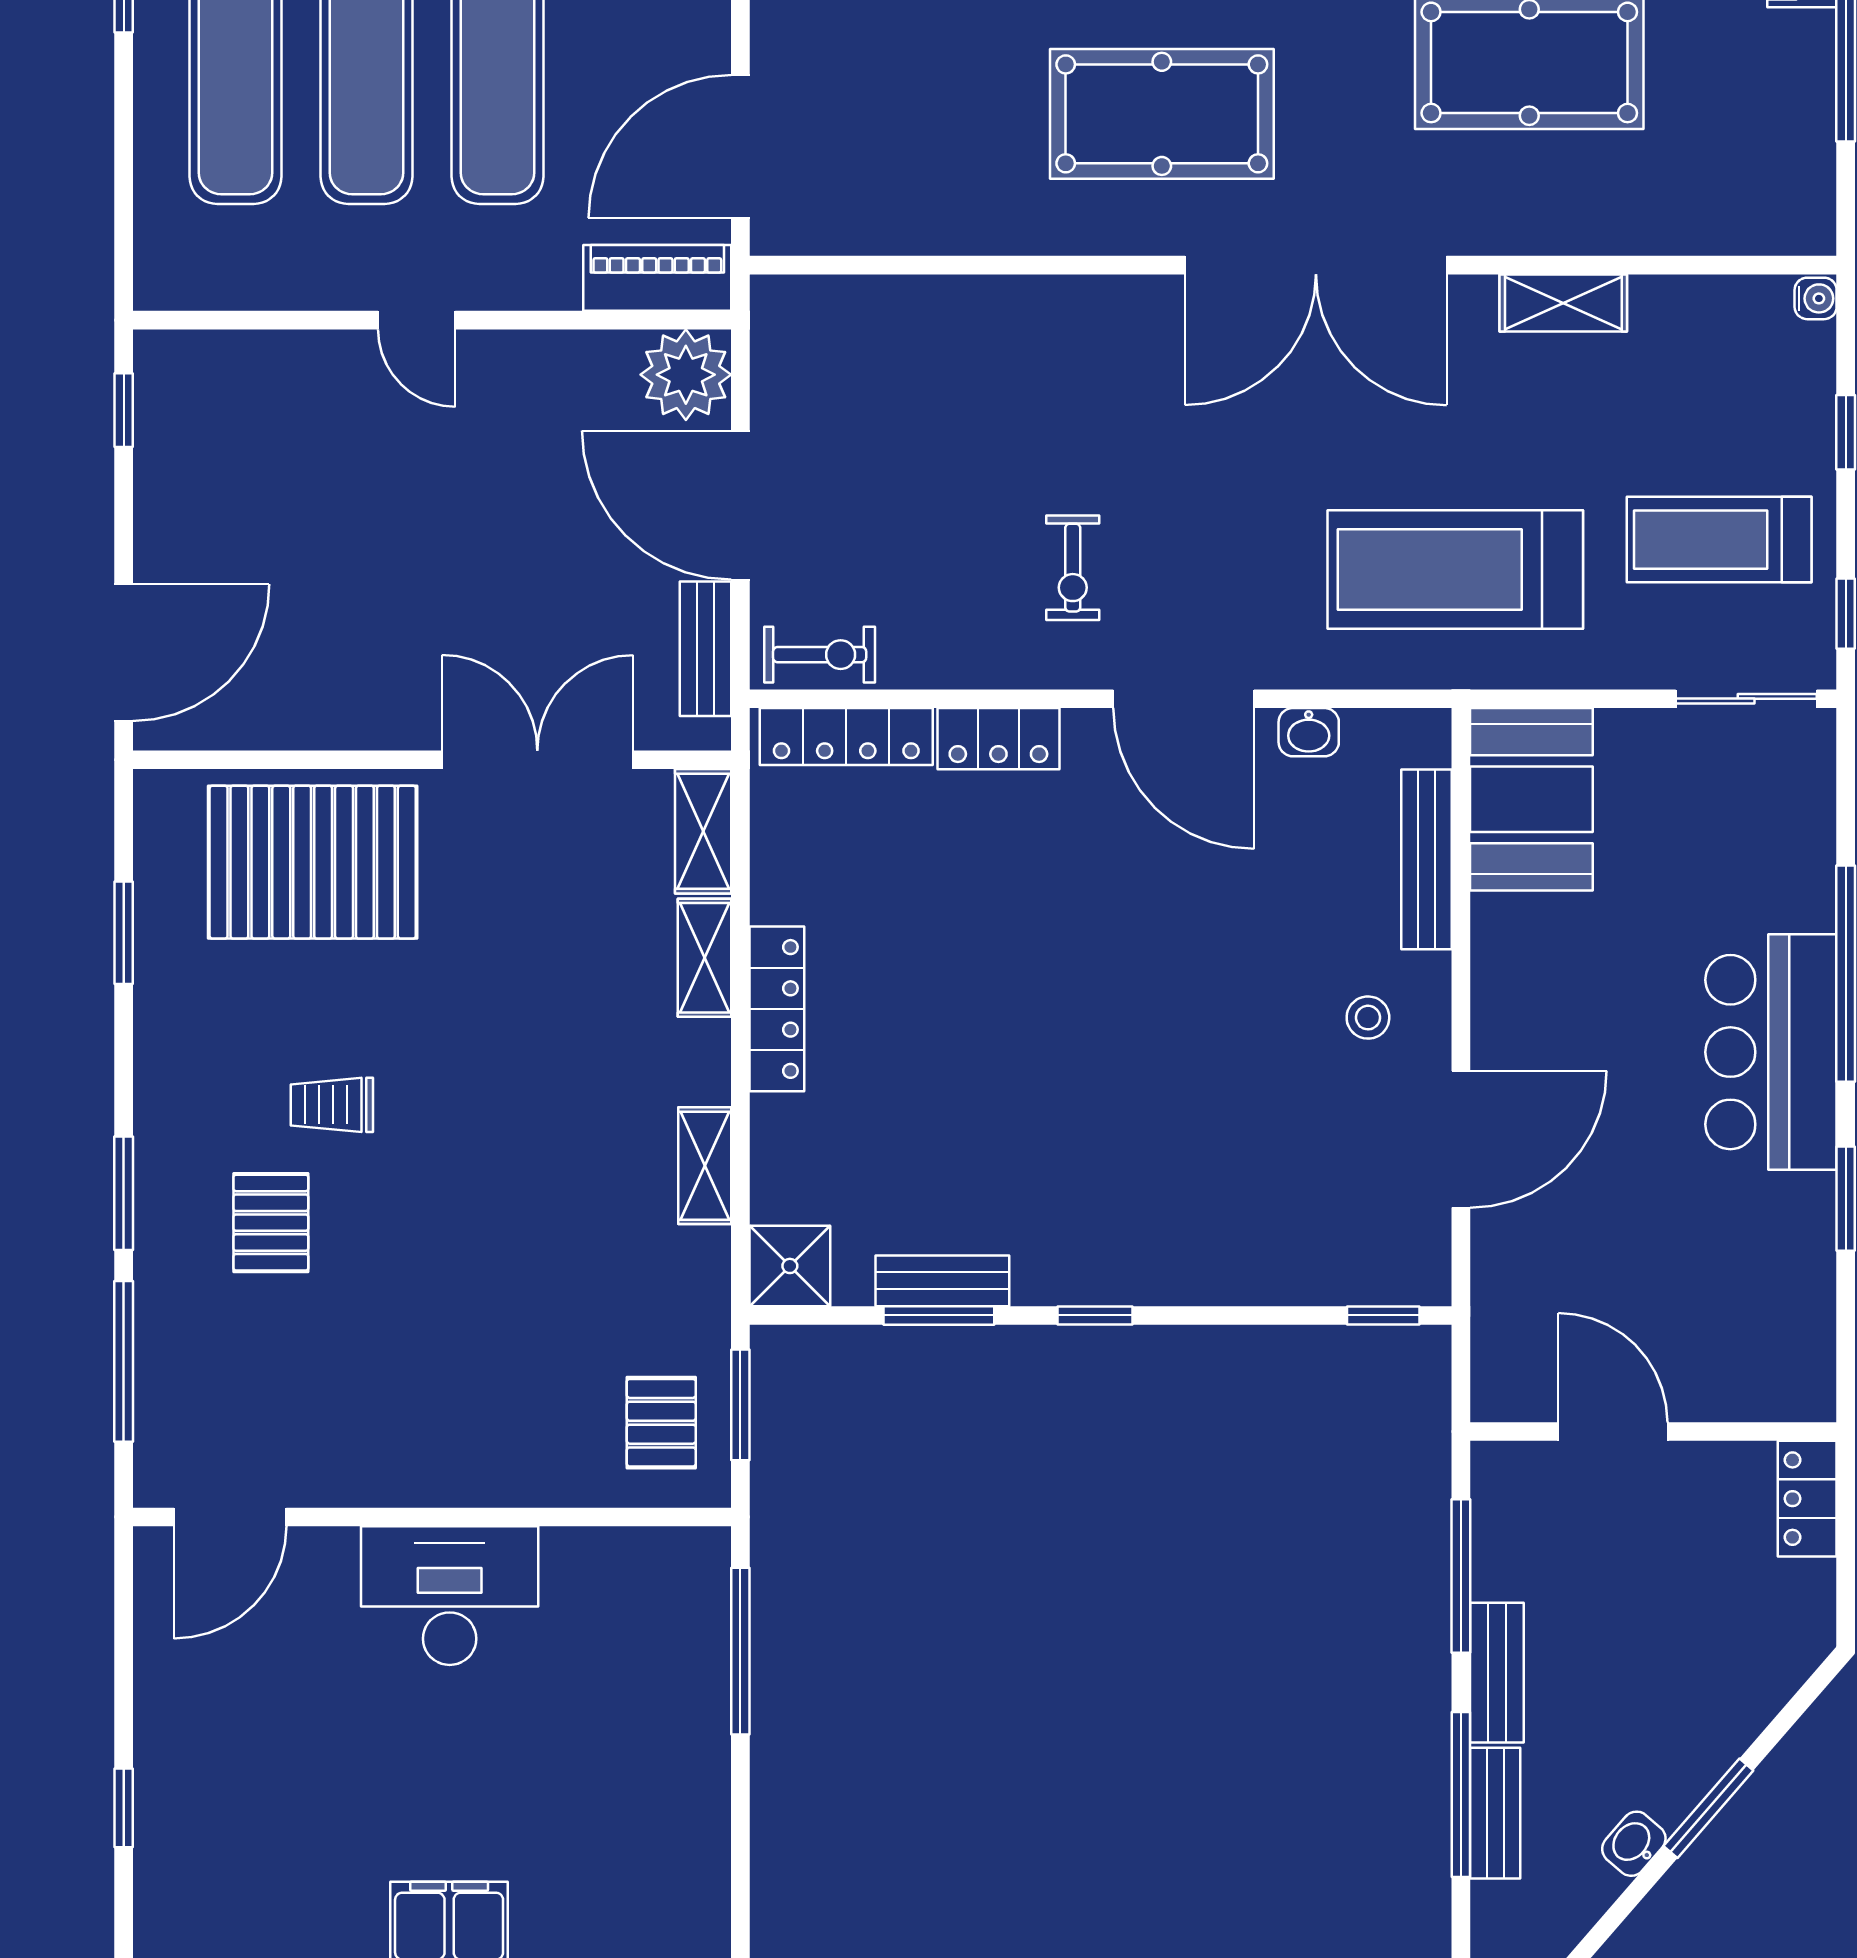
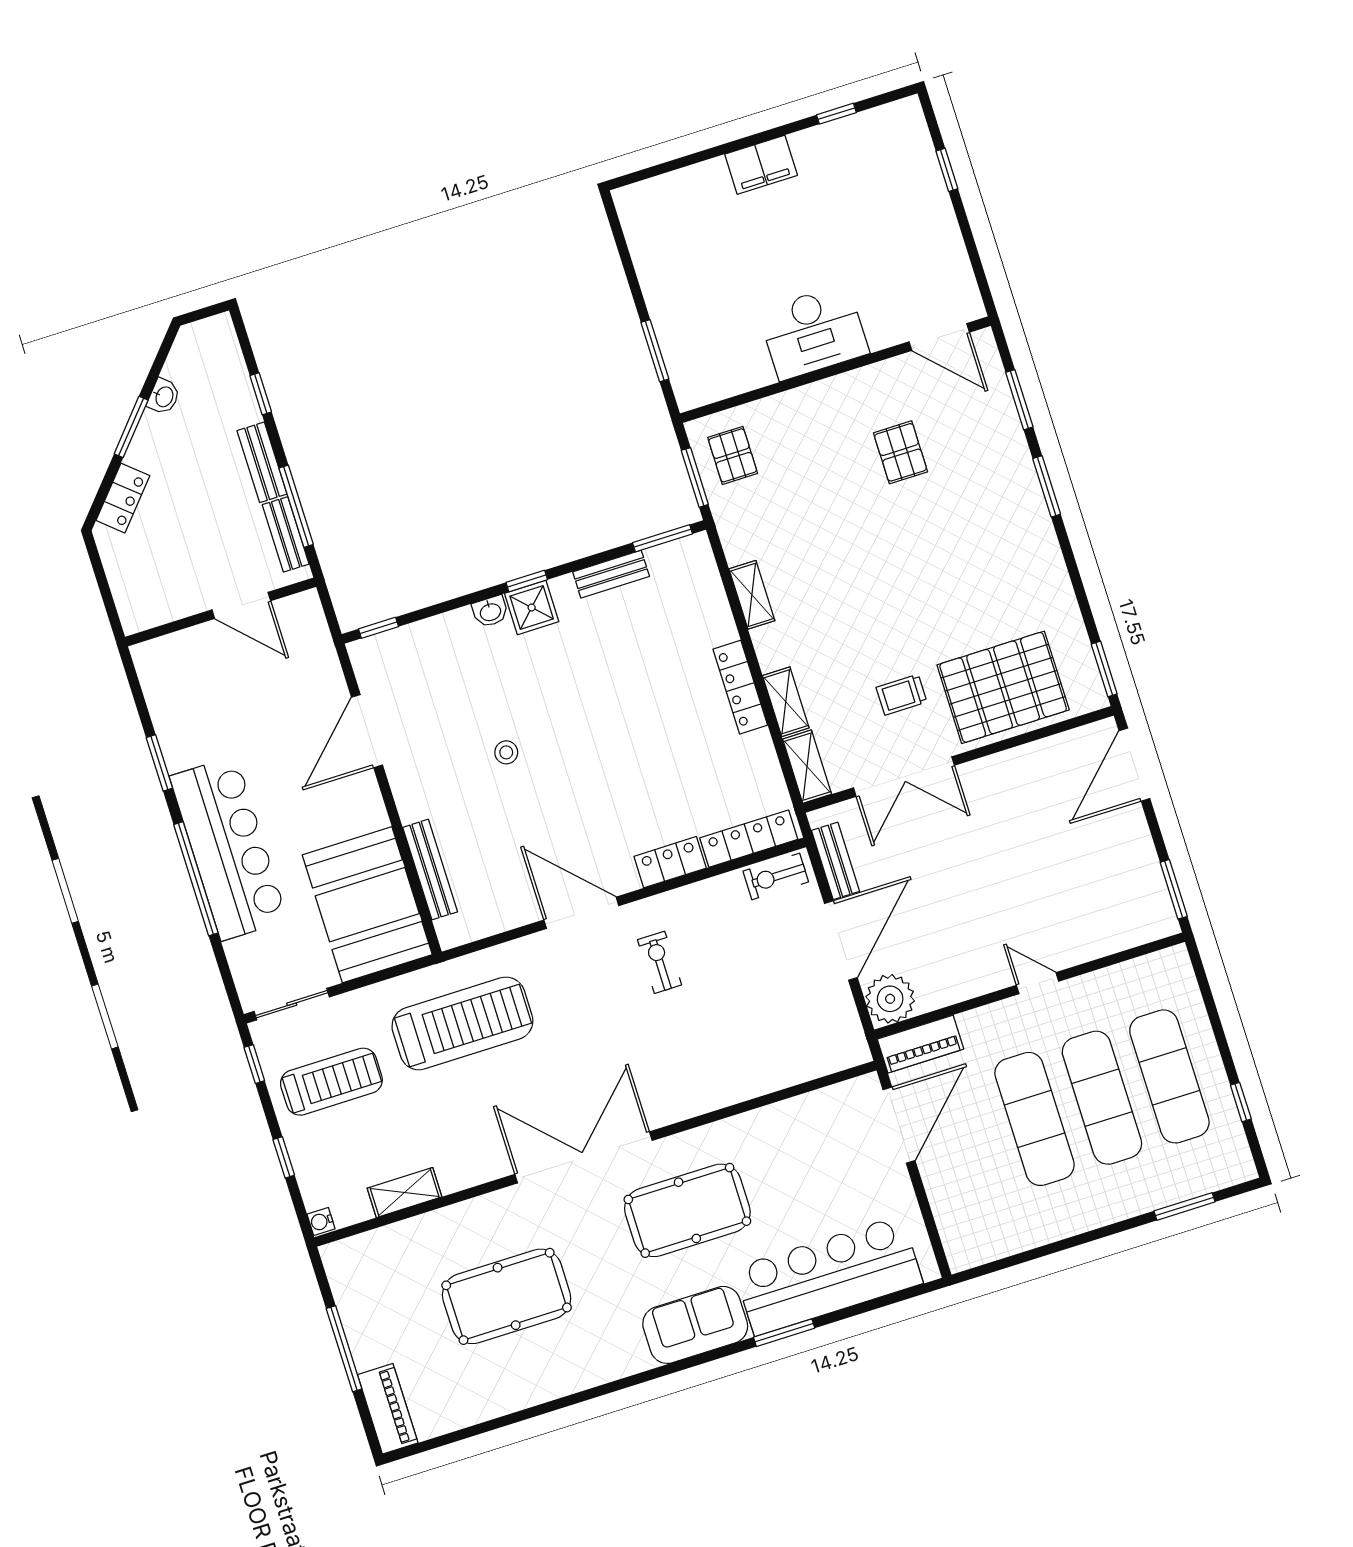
shelving: (1563, 303) -> (405, 1193), moved
window: (124, 410) -> (1174, 889), width x1.50
door: (740, 505) -> (841, 941), hinge flipped
washbasin: (1309, 732) -> (490, 611), moved, turned 180
booth: (1531, 799) -> (367, 905), width x1.36, depth x1.42
window: (124, 933) -> (1104, 669), moved
stool: (1368, 1018) -> (506, 752), moved
bar counter: (1771, 1052) -> (229, 848), width x1.36
trolley: (332, 1105) -> (901, 695), moved, turned 180
pallet: (271, 1223) -> (900, 452), moved
shower: (790, 1266) -> (532, 607), moved
window: (939, 1315) -> (662, 538), moved
window: (124, 1361) -> (1019, 400), width x0.69
locker: (1807, 1499) -> (123, 498), moved, turned 41
door: (230, 1517) -> (939, 337), swing flipped
window: (740, 1651) -> (655, 351), width x0.69
window: (1461, 1794) -> (261, 394), width x0.46
bench: (1495, 1813) -> (286, 534), moved

